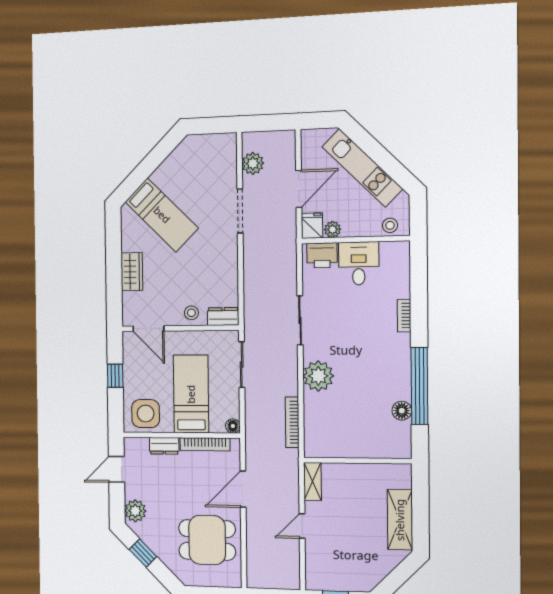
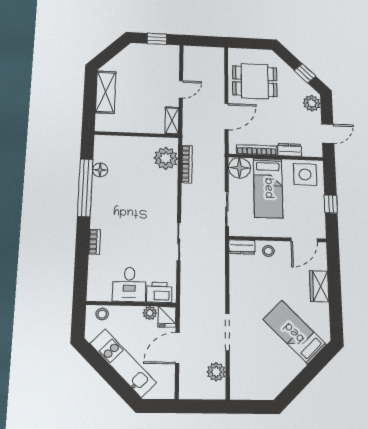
door: (148, 329) -> (304, 240), swing flipped
plant: (318, 376) -> (166, 158), moved
floor lamp: (233, 426) -> (239, 168), width x1.89, depth x1.89

